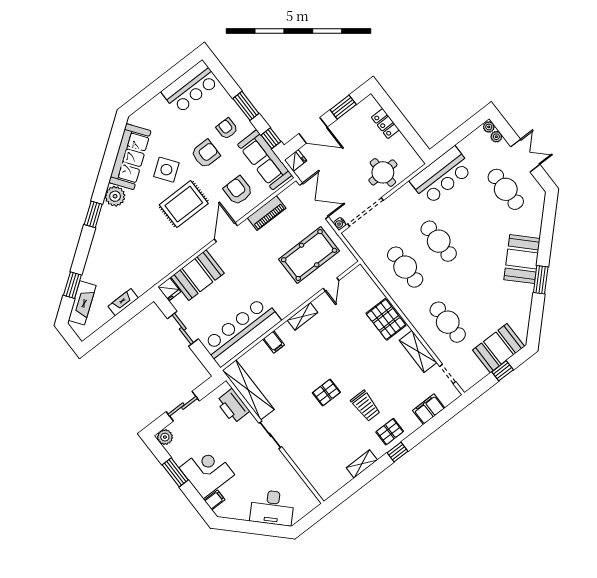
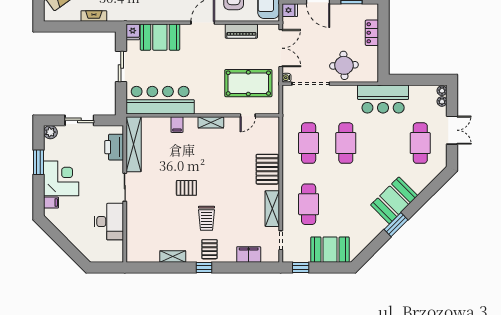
window: (503, 371) -> (301, 267), moved
pallet: (390, 432) -> (209, 249), turned 90
desk: (272, 507) -> (109, 222), moved, turned -135

